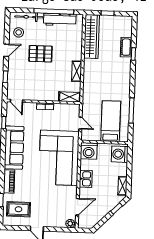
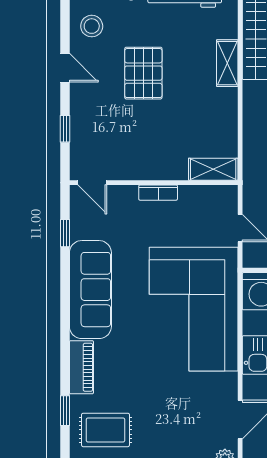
door: (6, 50) -> (65, 68), hinge flipped
pallet: (41, 54) -> (143, 73), turned 90
shelving: (77, 71) -> (227, 63), moved

